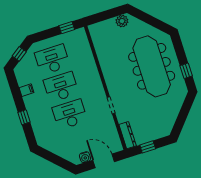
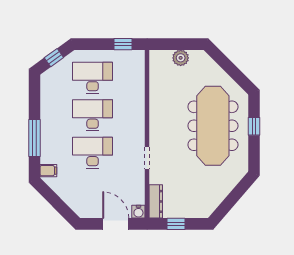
plant: (122, 21) -> (181, 58), moved
window: (186, 71) -> (254, 126), moved
filing cabinet: (26, 90) -> (48, 171), moved
window: (24, 117) -> (34, 138), width x2.17
water cooler: (85, 157) -> (138, 212), moved

